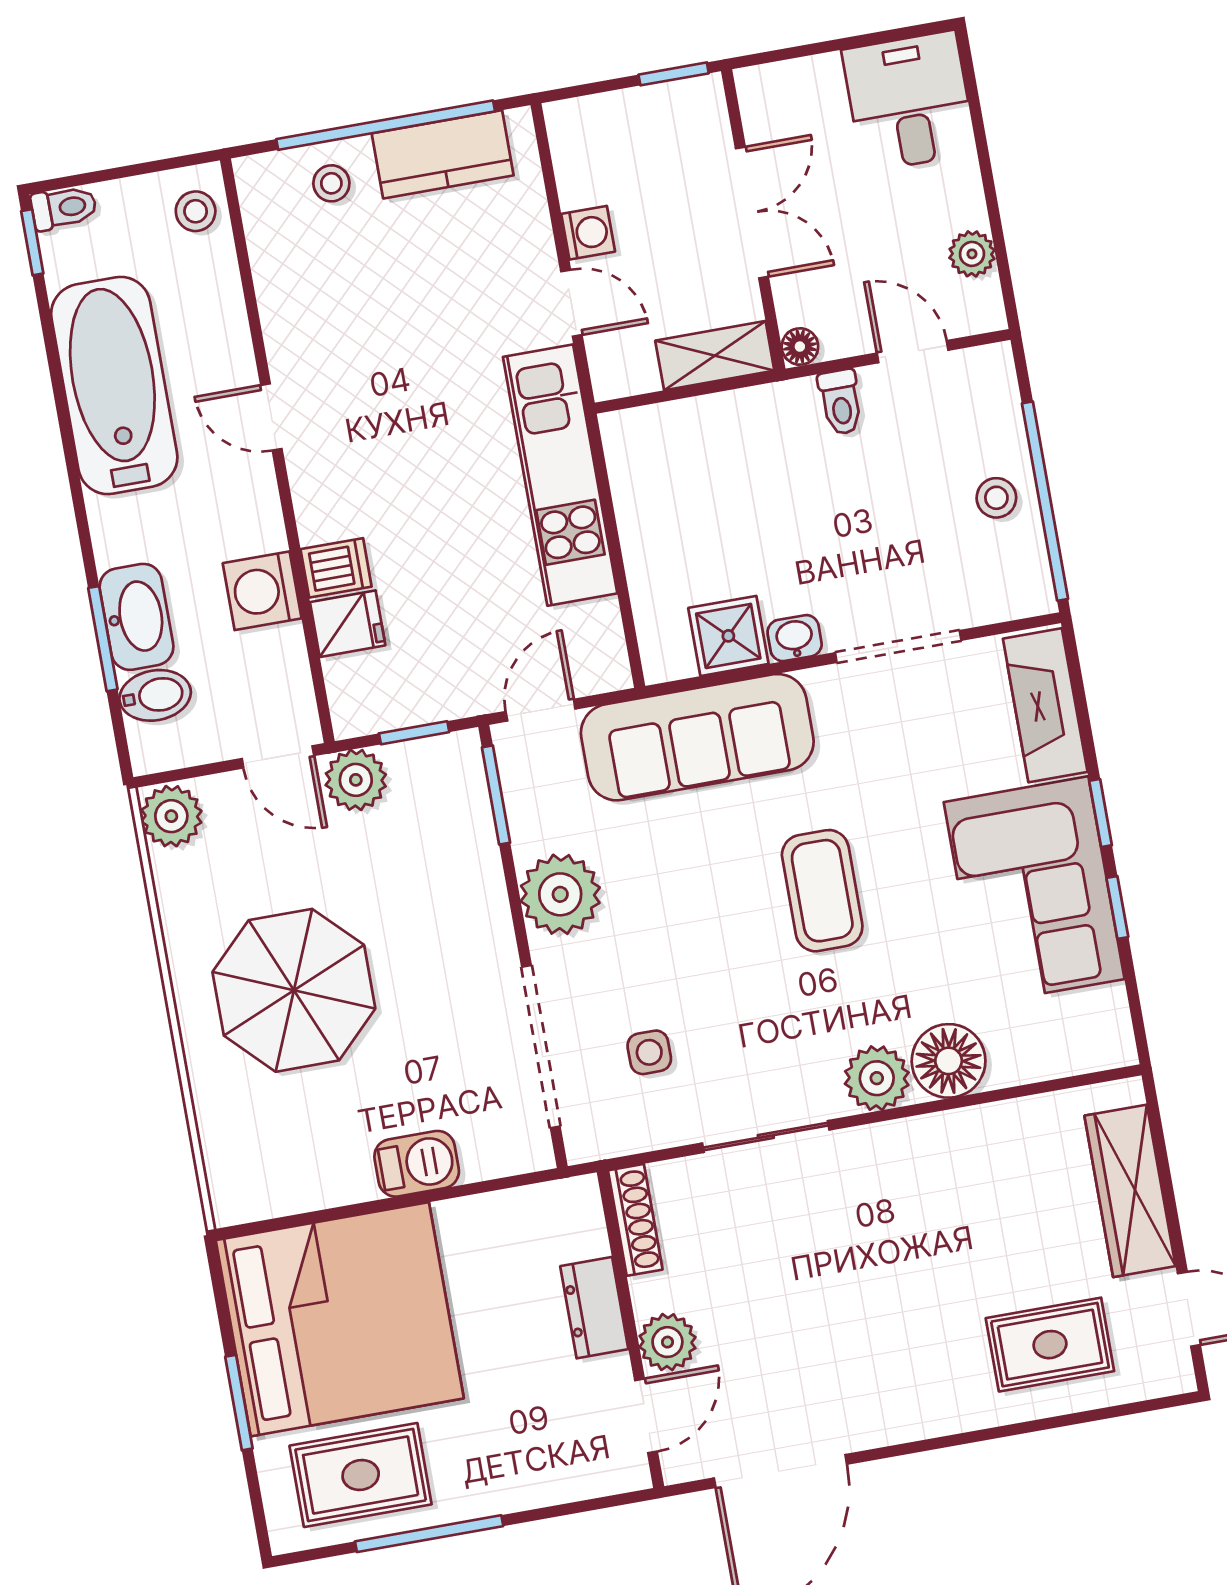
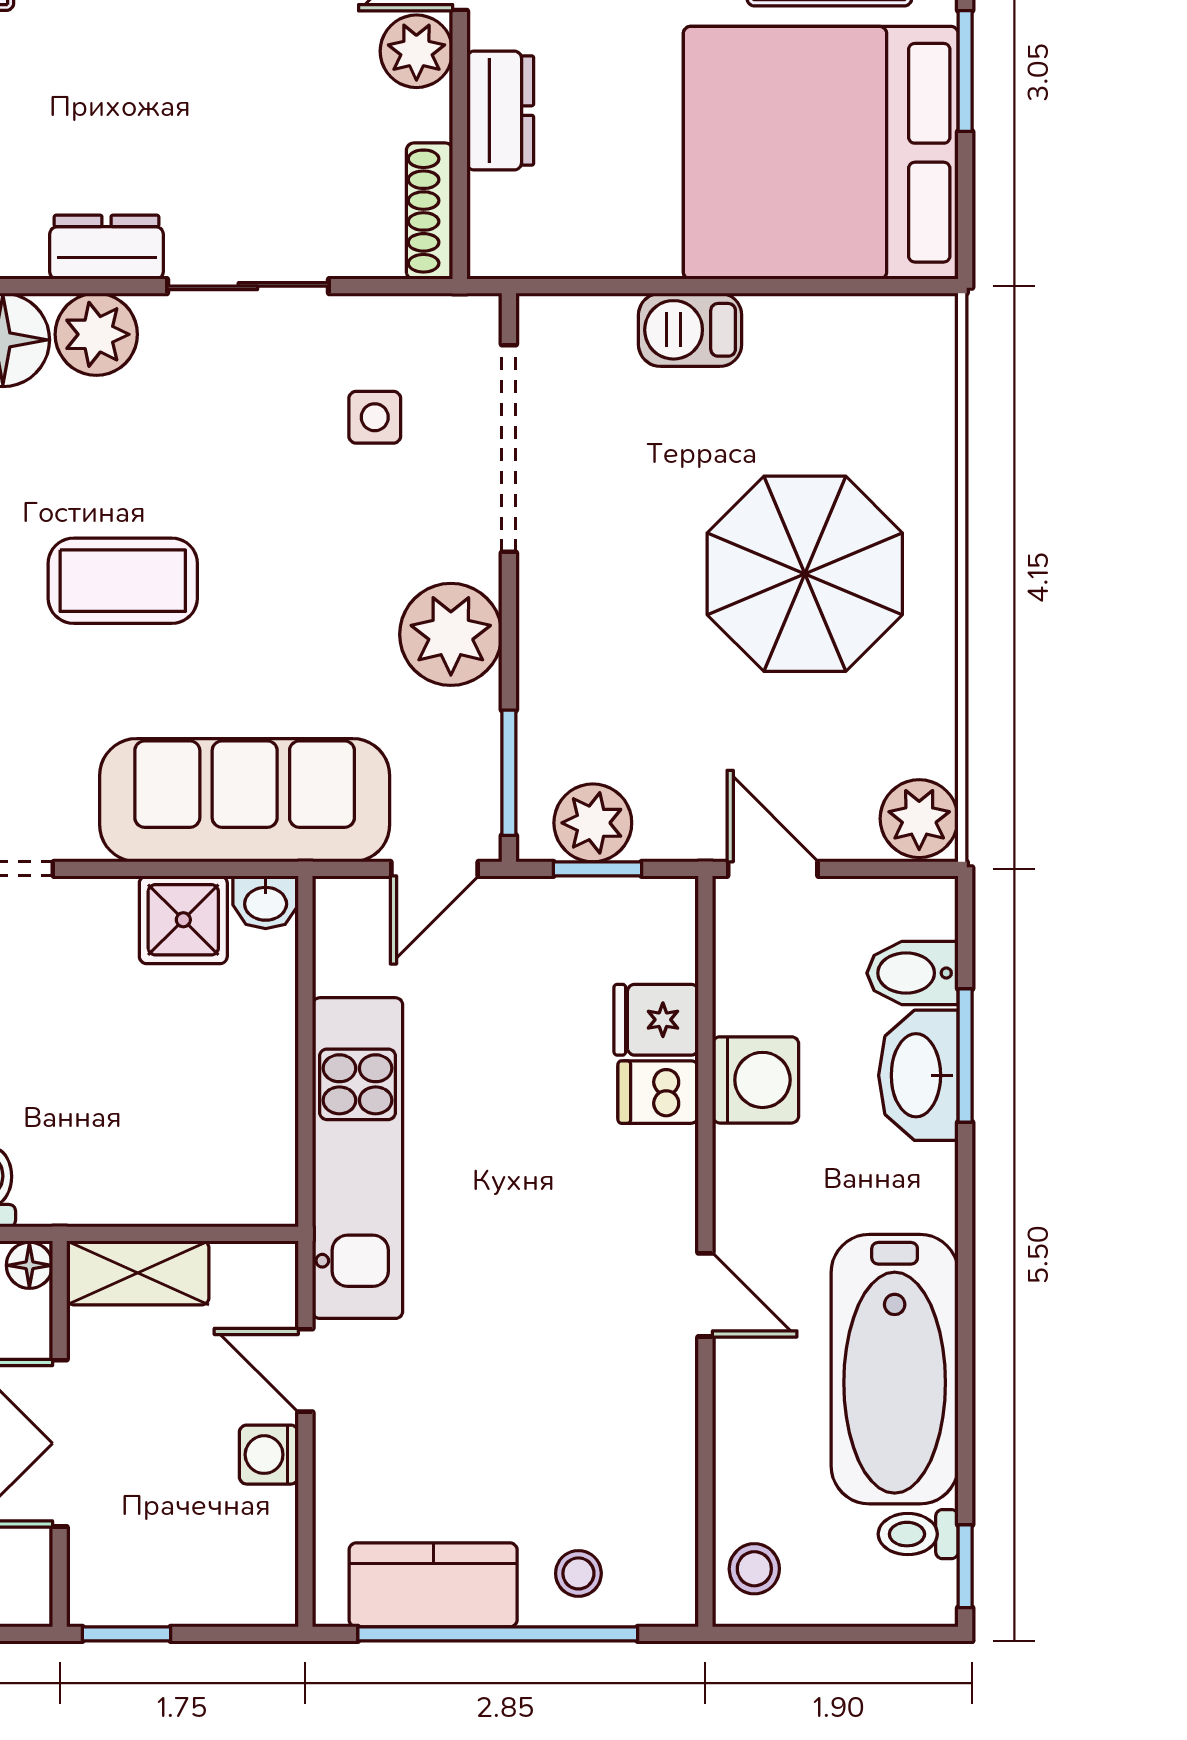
toilet: (64, 208) -> (918, 1534), moved
washbasin: (795, 638) -> (266, 902), moved
plant: (356, 780) -> (593, 823), moved
coffee table: (822, 891) -> (123, 581), turned 90
dresser: (881, 1147) -> (107, 247), added

